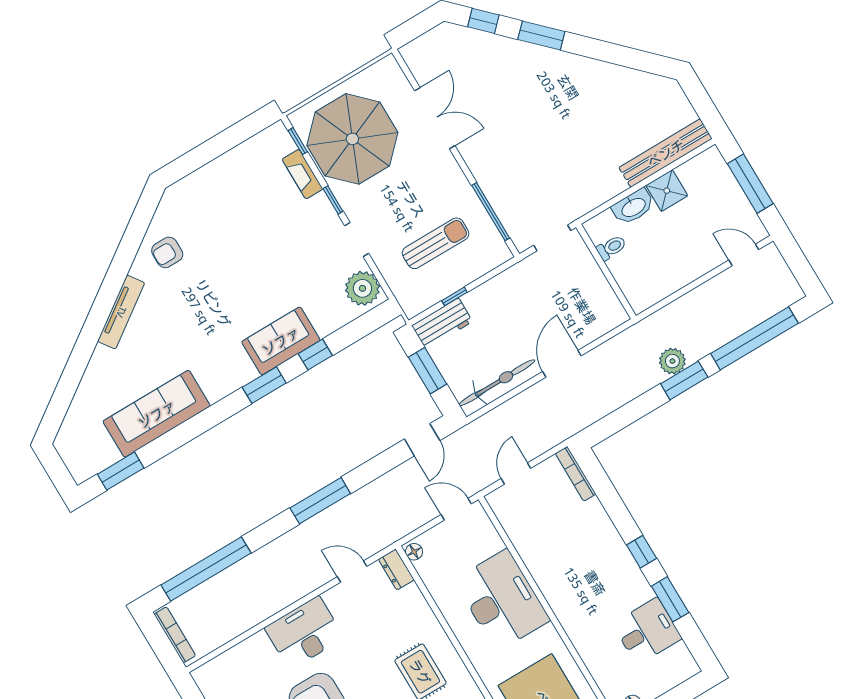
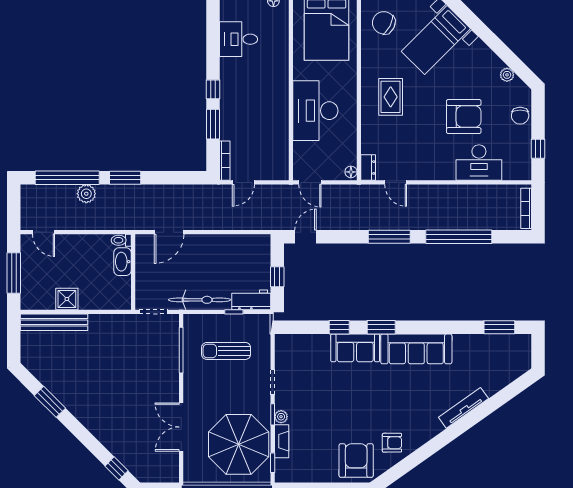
window: (541, 36) -> (50, 402), moved
armchair: (198, 205) -> (356, 461), added
washbasin: (633, 207) -> (122, 262), moved, turned -90
toilet: (611, 248) -> (121, 240), moved
plant: (362, 288) -> (281, 417), moved, width x0.53, depth x0.53
tv unit: (121, 312) -> (463, 408), moved
plant: (672, 361) -> (86, 194), moved
door: (562, 364) -> (169, 232), moved
window: (427, 371) -> (277, 277), width x0.67
bicycle: (497, 383) -> (199, 300), moved, turned 180
sofa: (157, 414) -> (416, 349), moved
door: (516, 473) -> (243, 182), moved
window: (206, 569) -> (459, 237), moved
window: (670, 599) -> (213, 124), moved
desk: (304, 633) -> (479, 163), moved

